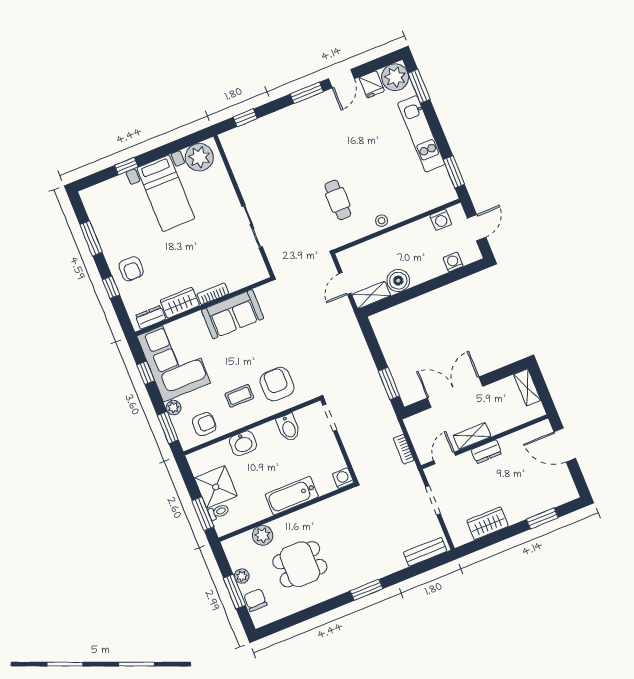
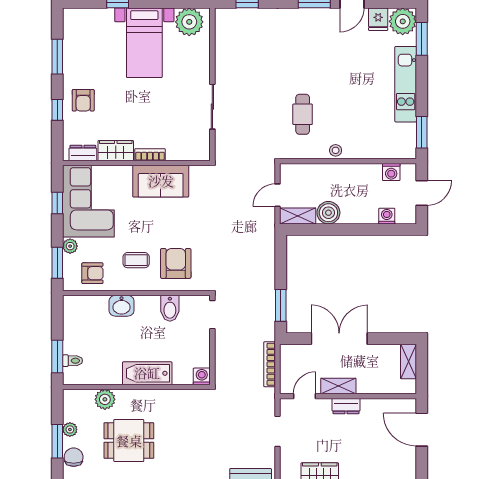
bookcase: (404, 449) -> (270, 364), width x1.56
shower: (216, 487) -> (80, 336), removed

